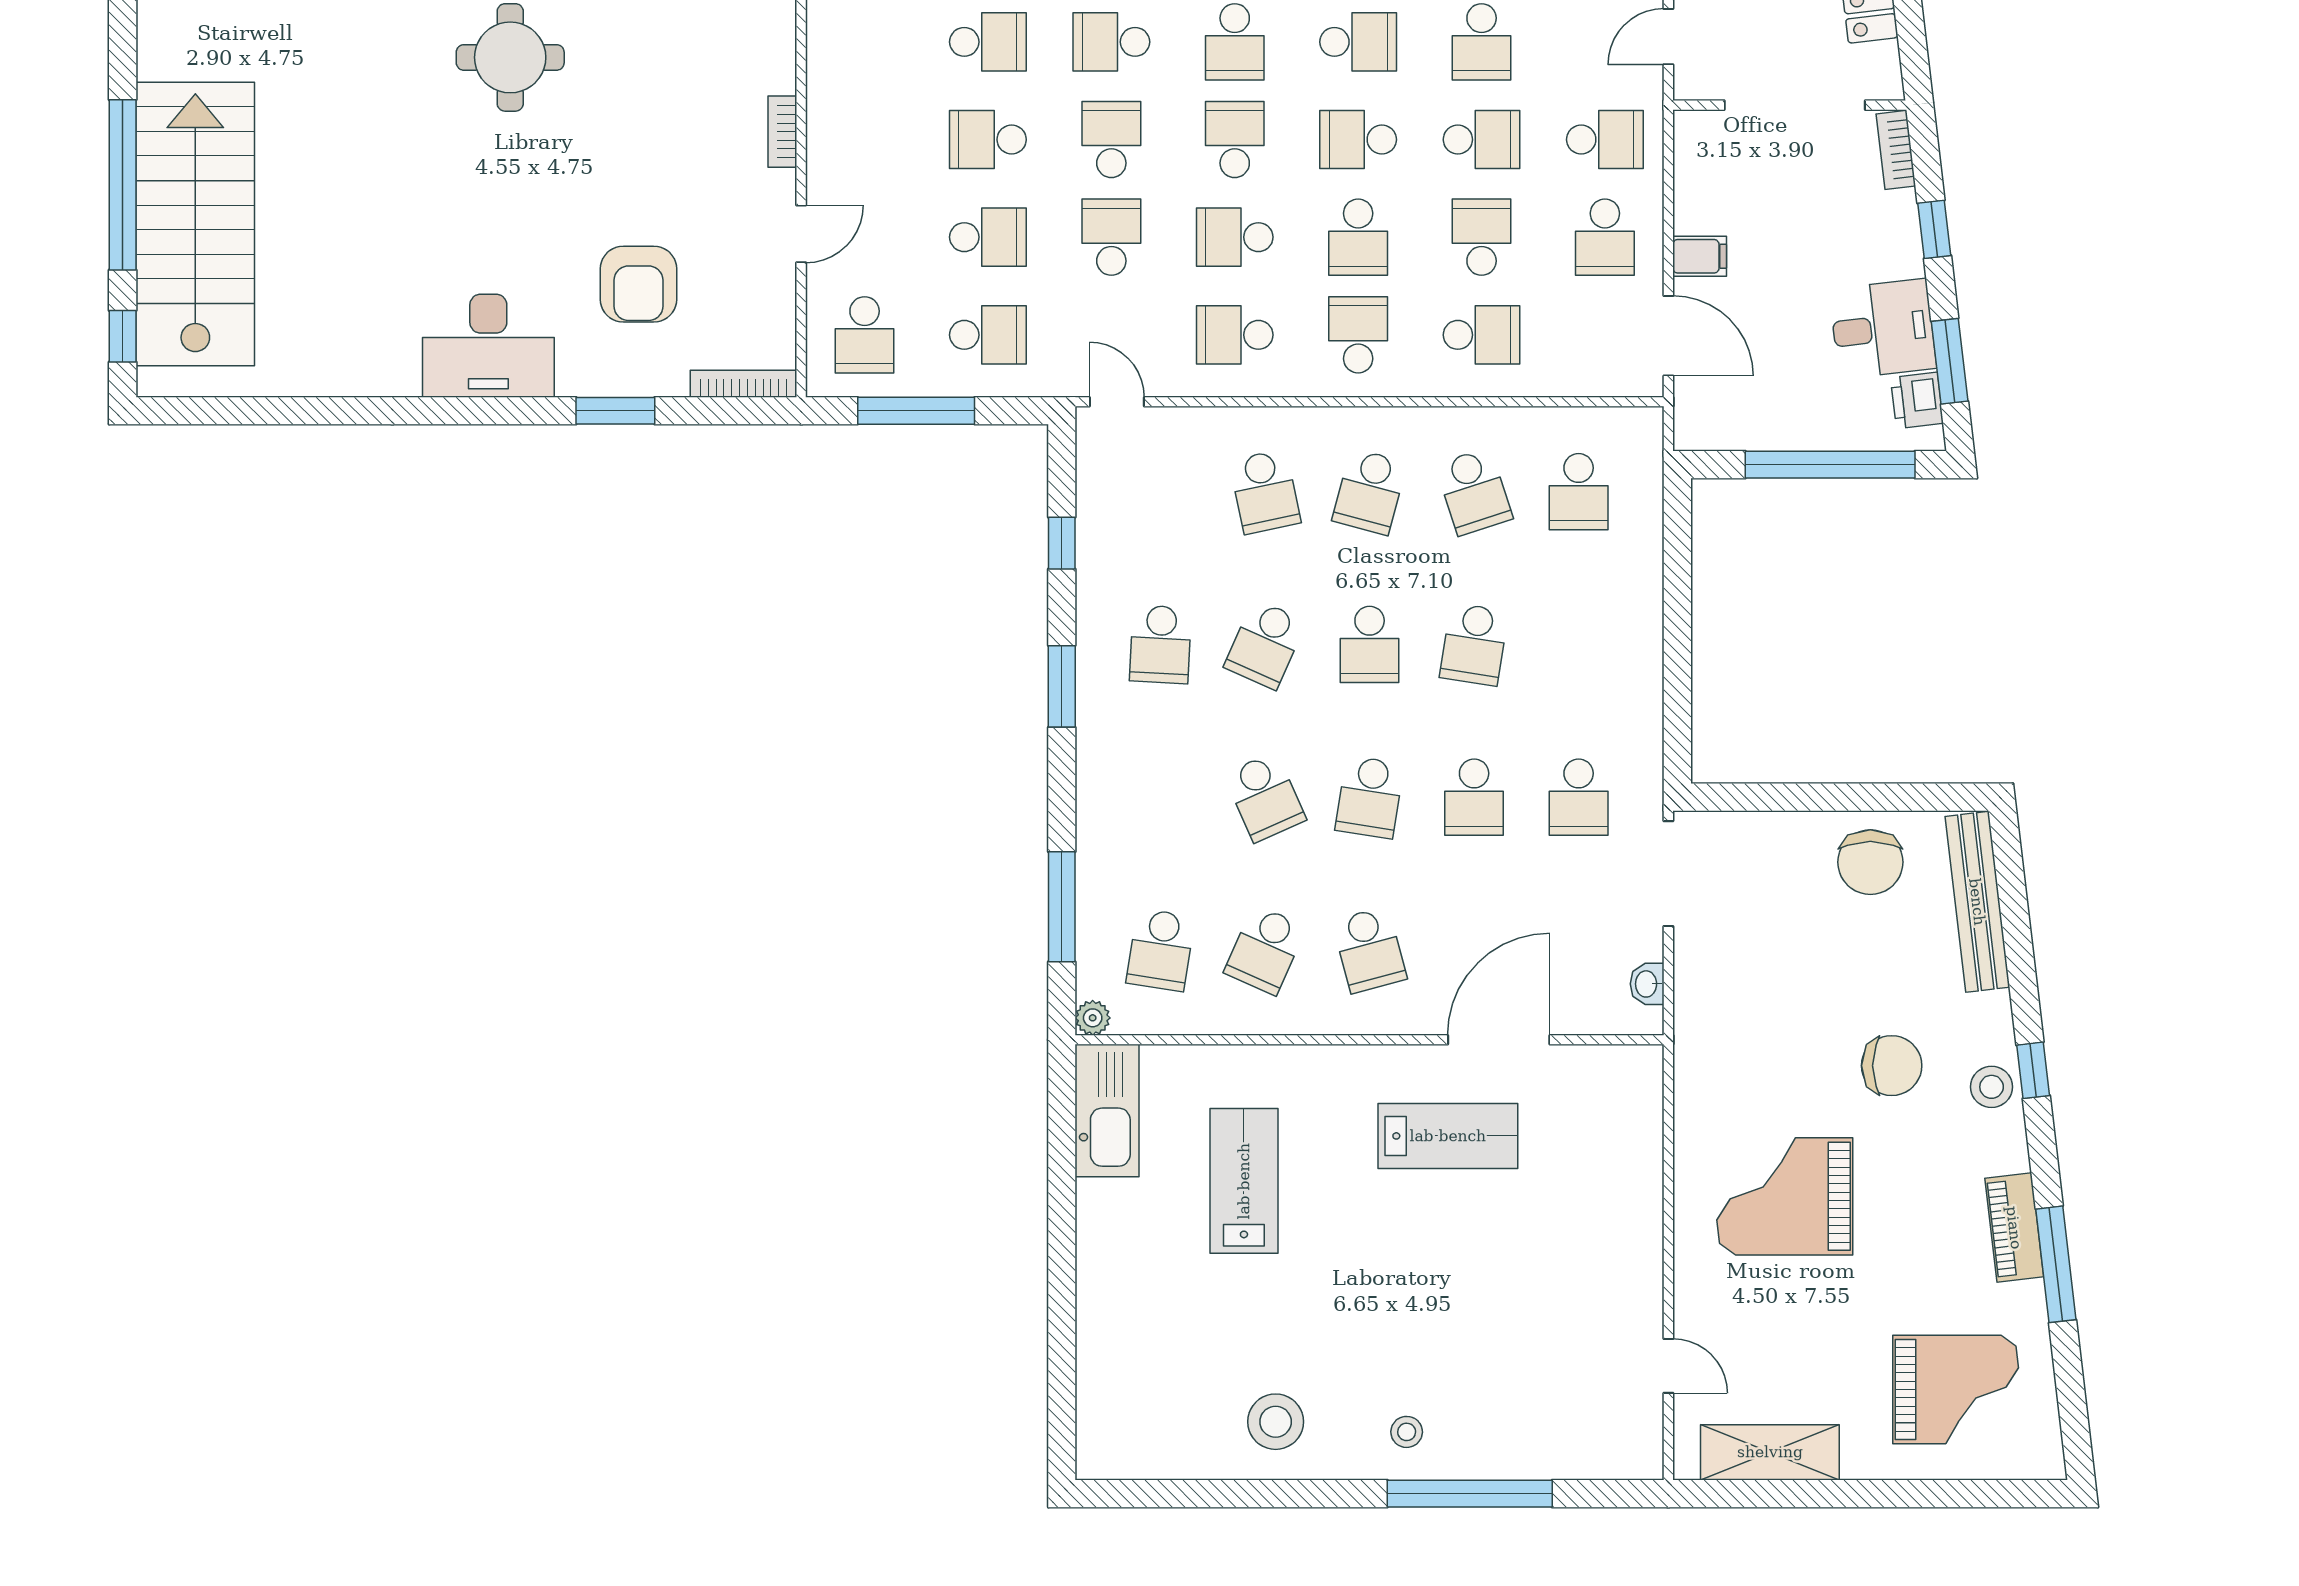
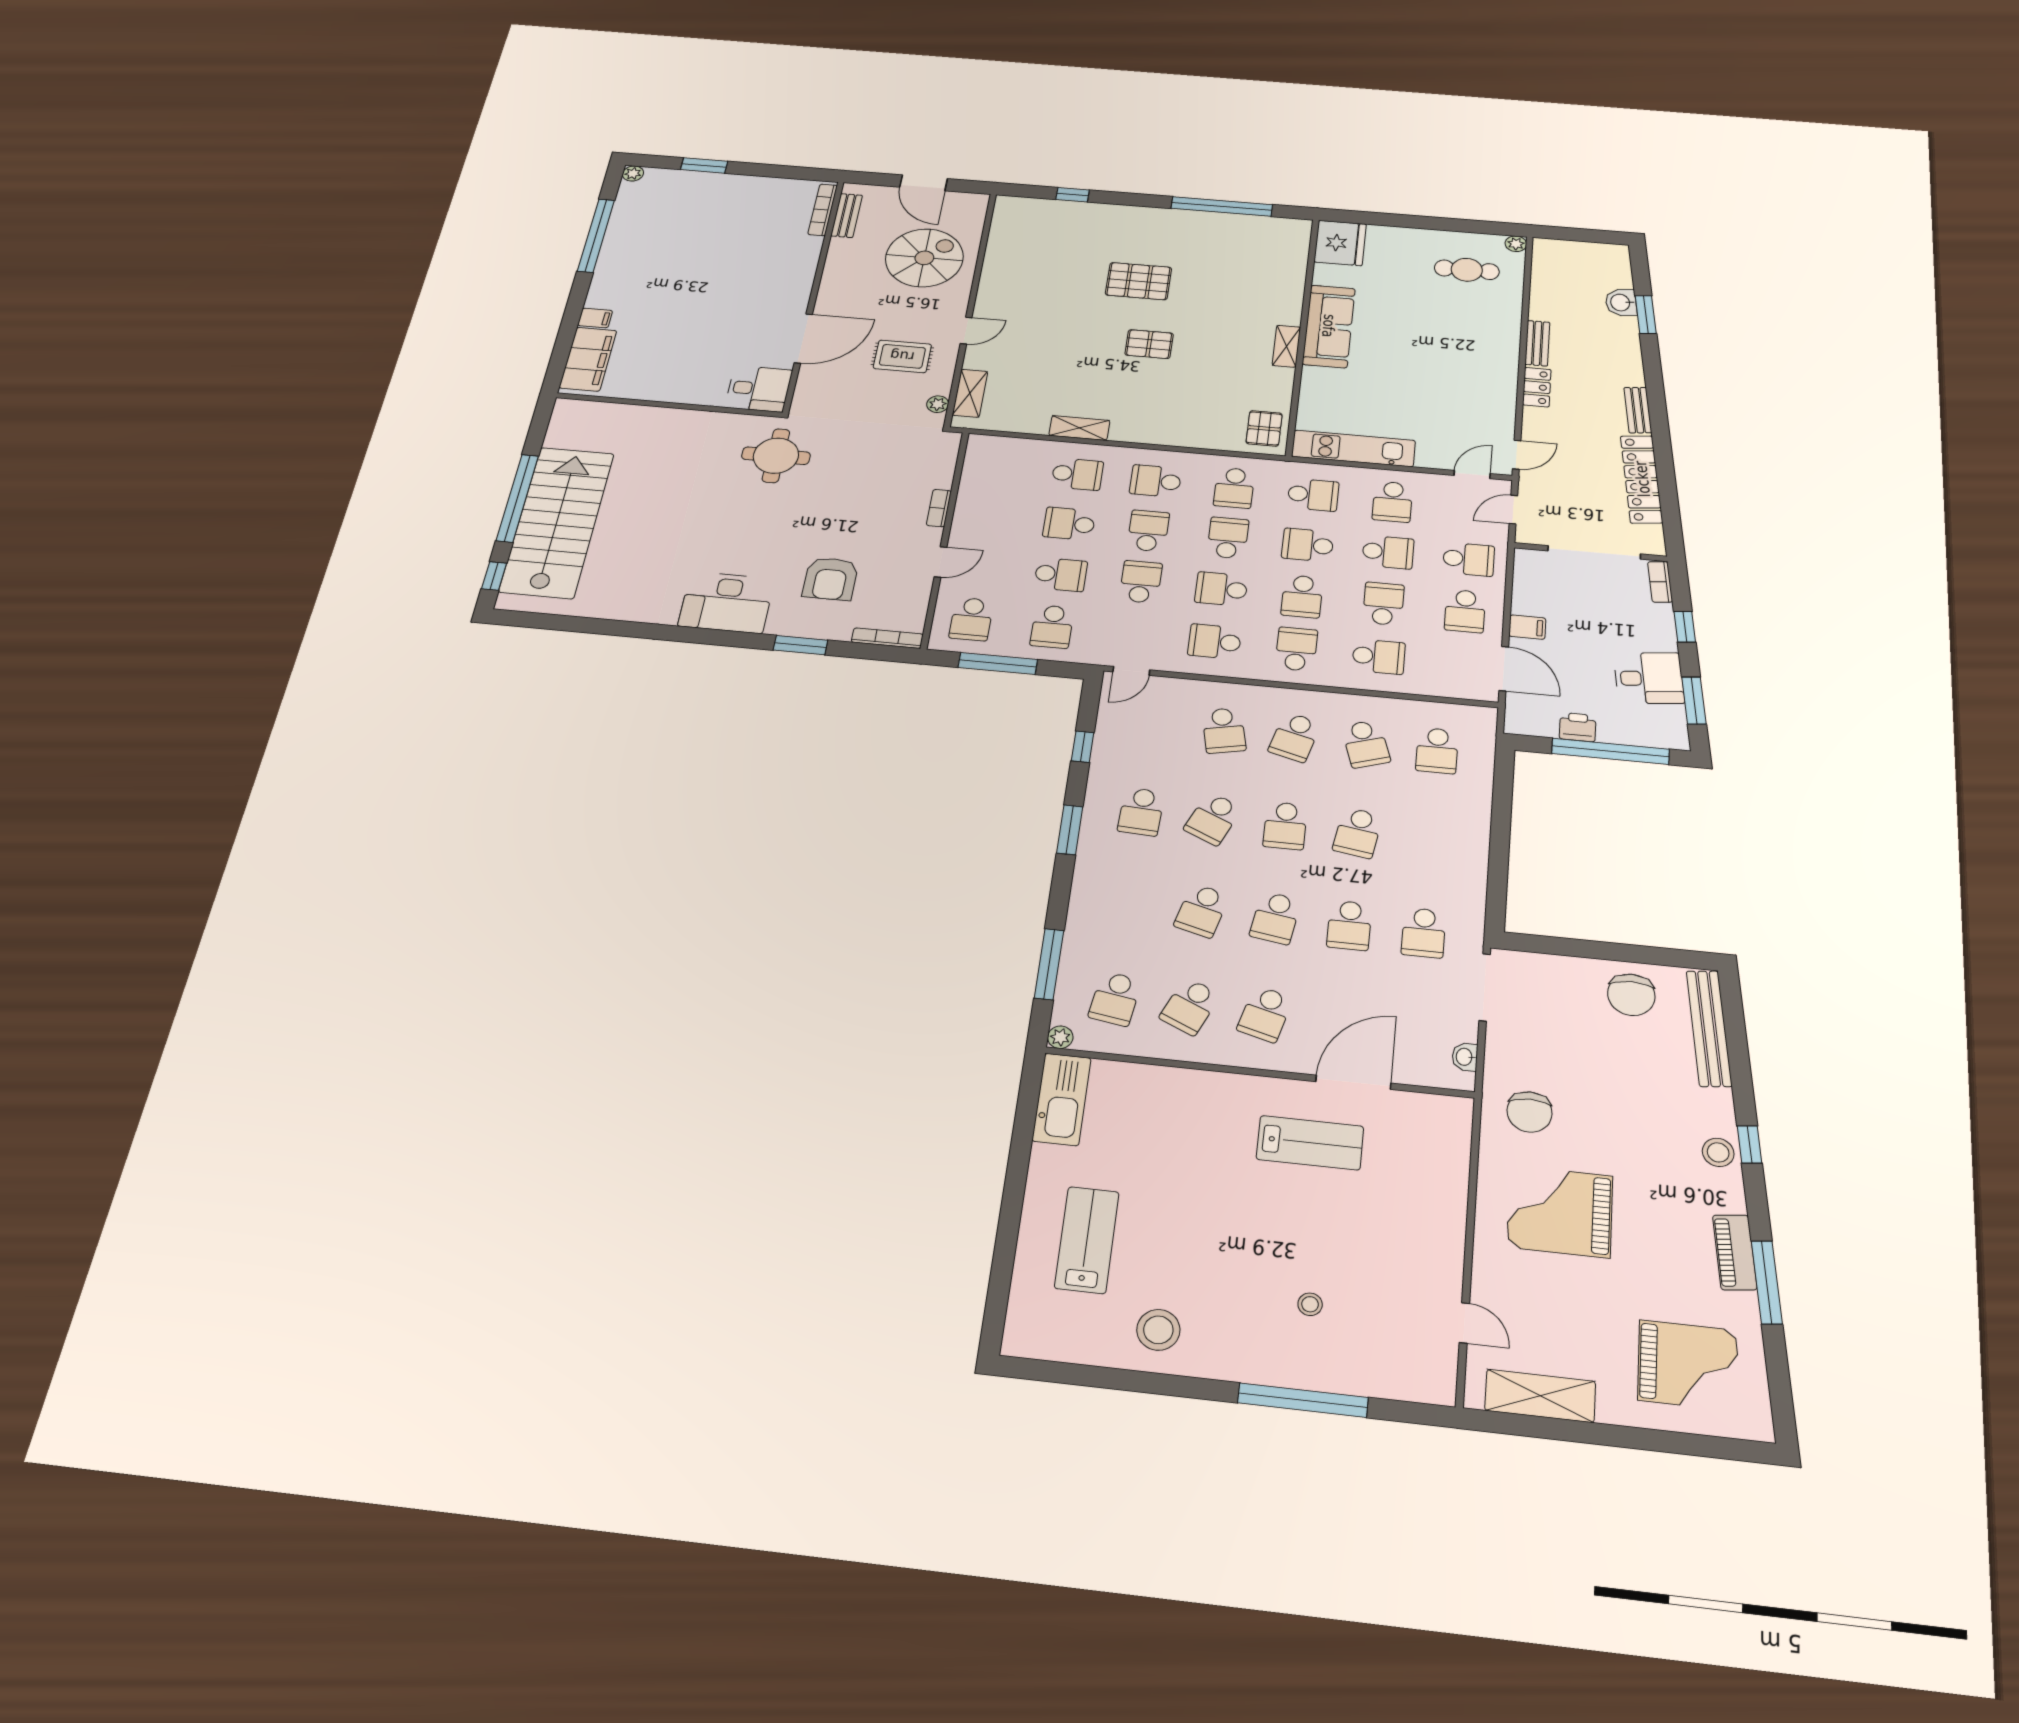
school desk: (988, 335) -> (1052, 627), turned 90
printer: (1917, 400) -> (1578, 727), moved, turned 97
door: (1117, 402) -> (1131, 671), swing flipped
school desk: (1265, 797) -> (1202, 911), turned 39
school desk: (1370, 950) -> (1265, 1014), turned 30
chair: (1892, 1066) -> (1530, 1112), moved, turned 90
lab bench: (1244, 1181) -> (1087, 1240), moved
stool: (1407, 1432) -> (1310, 1304), moved

